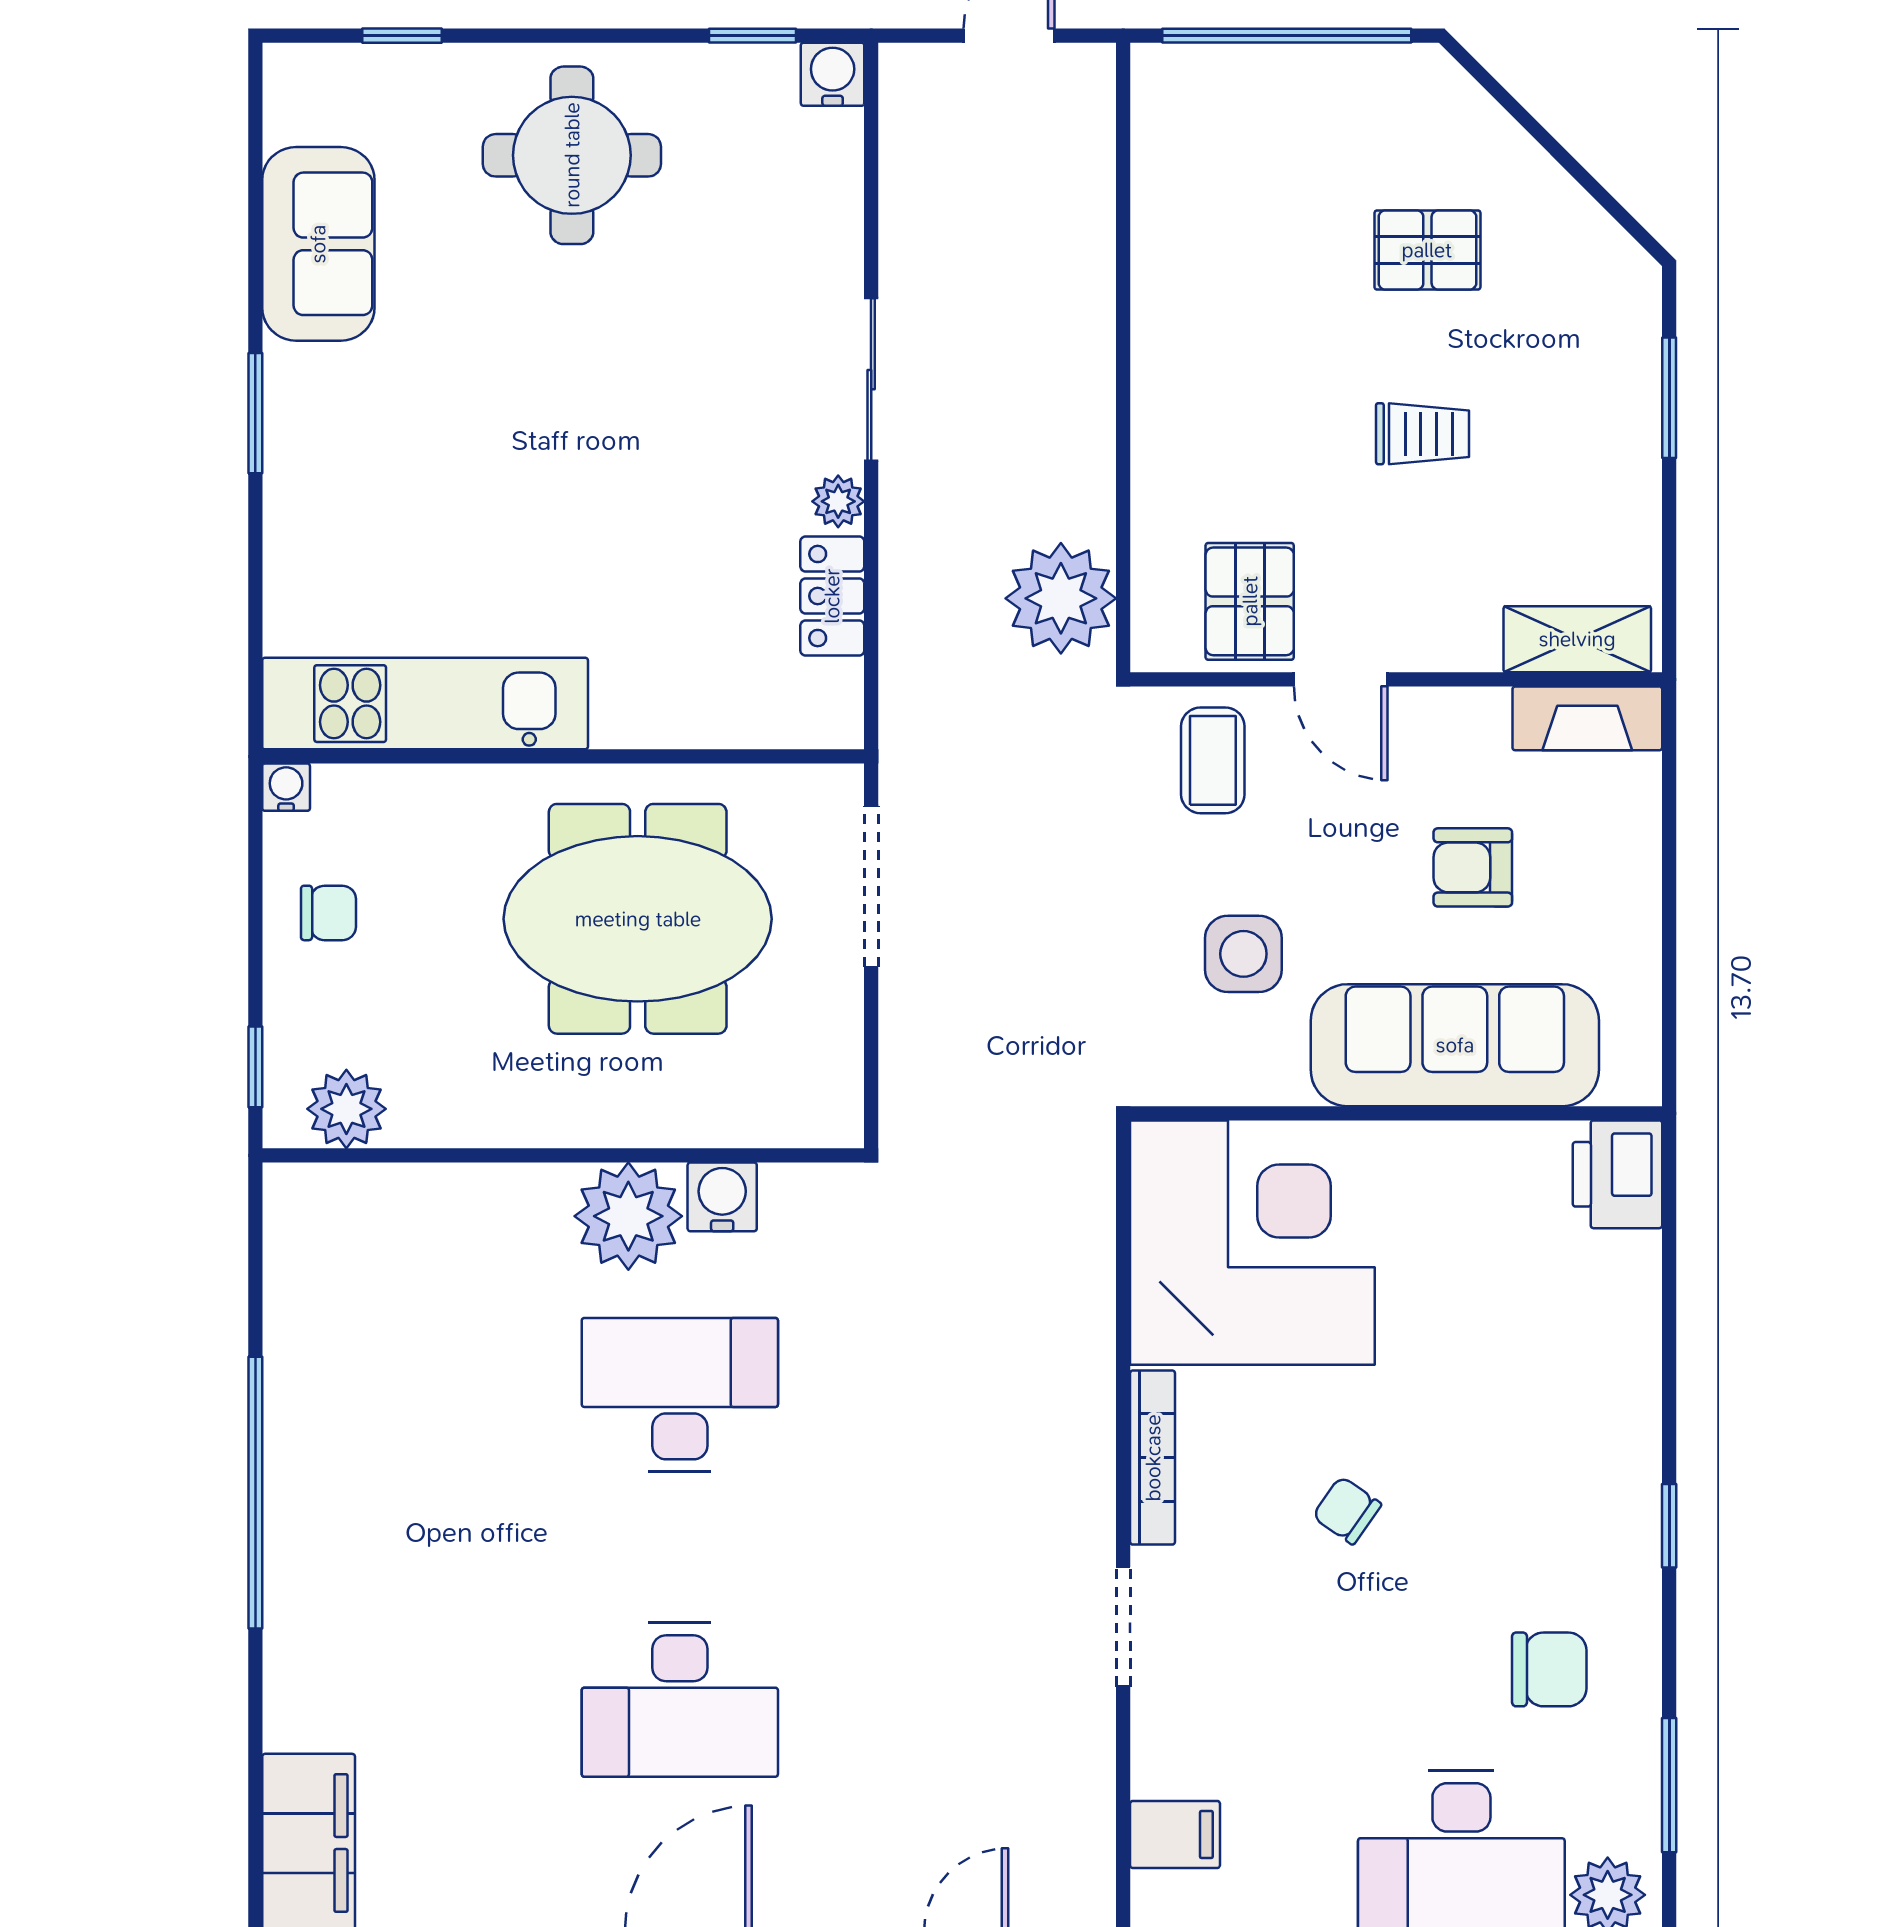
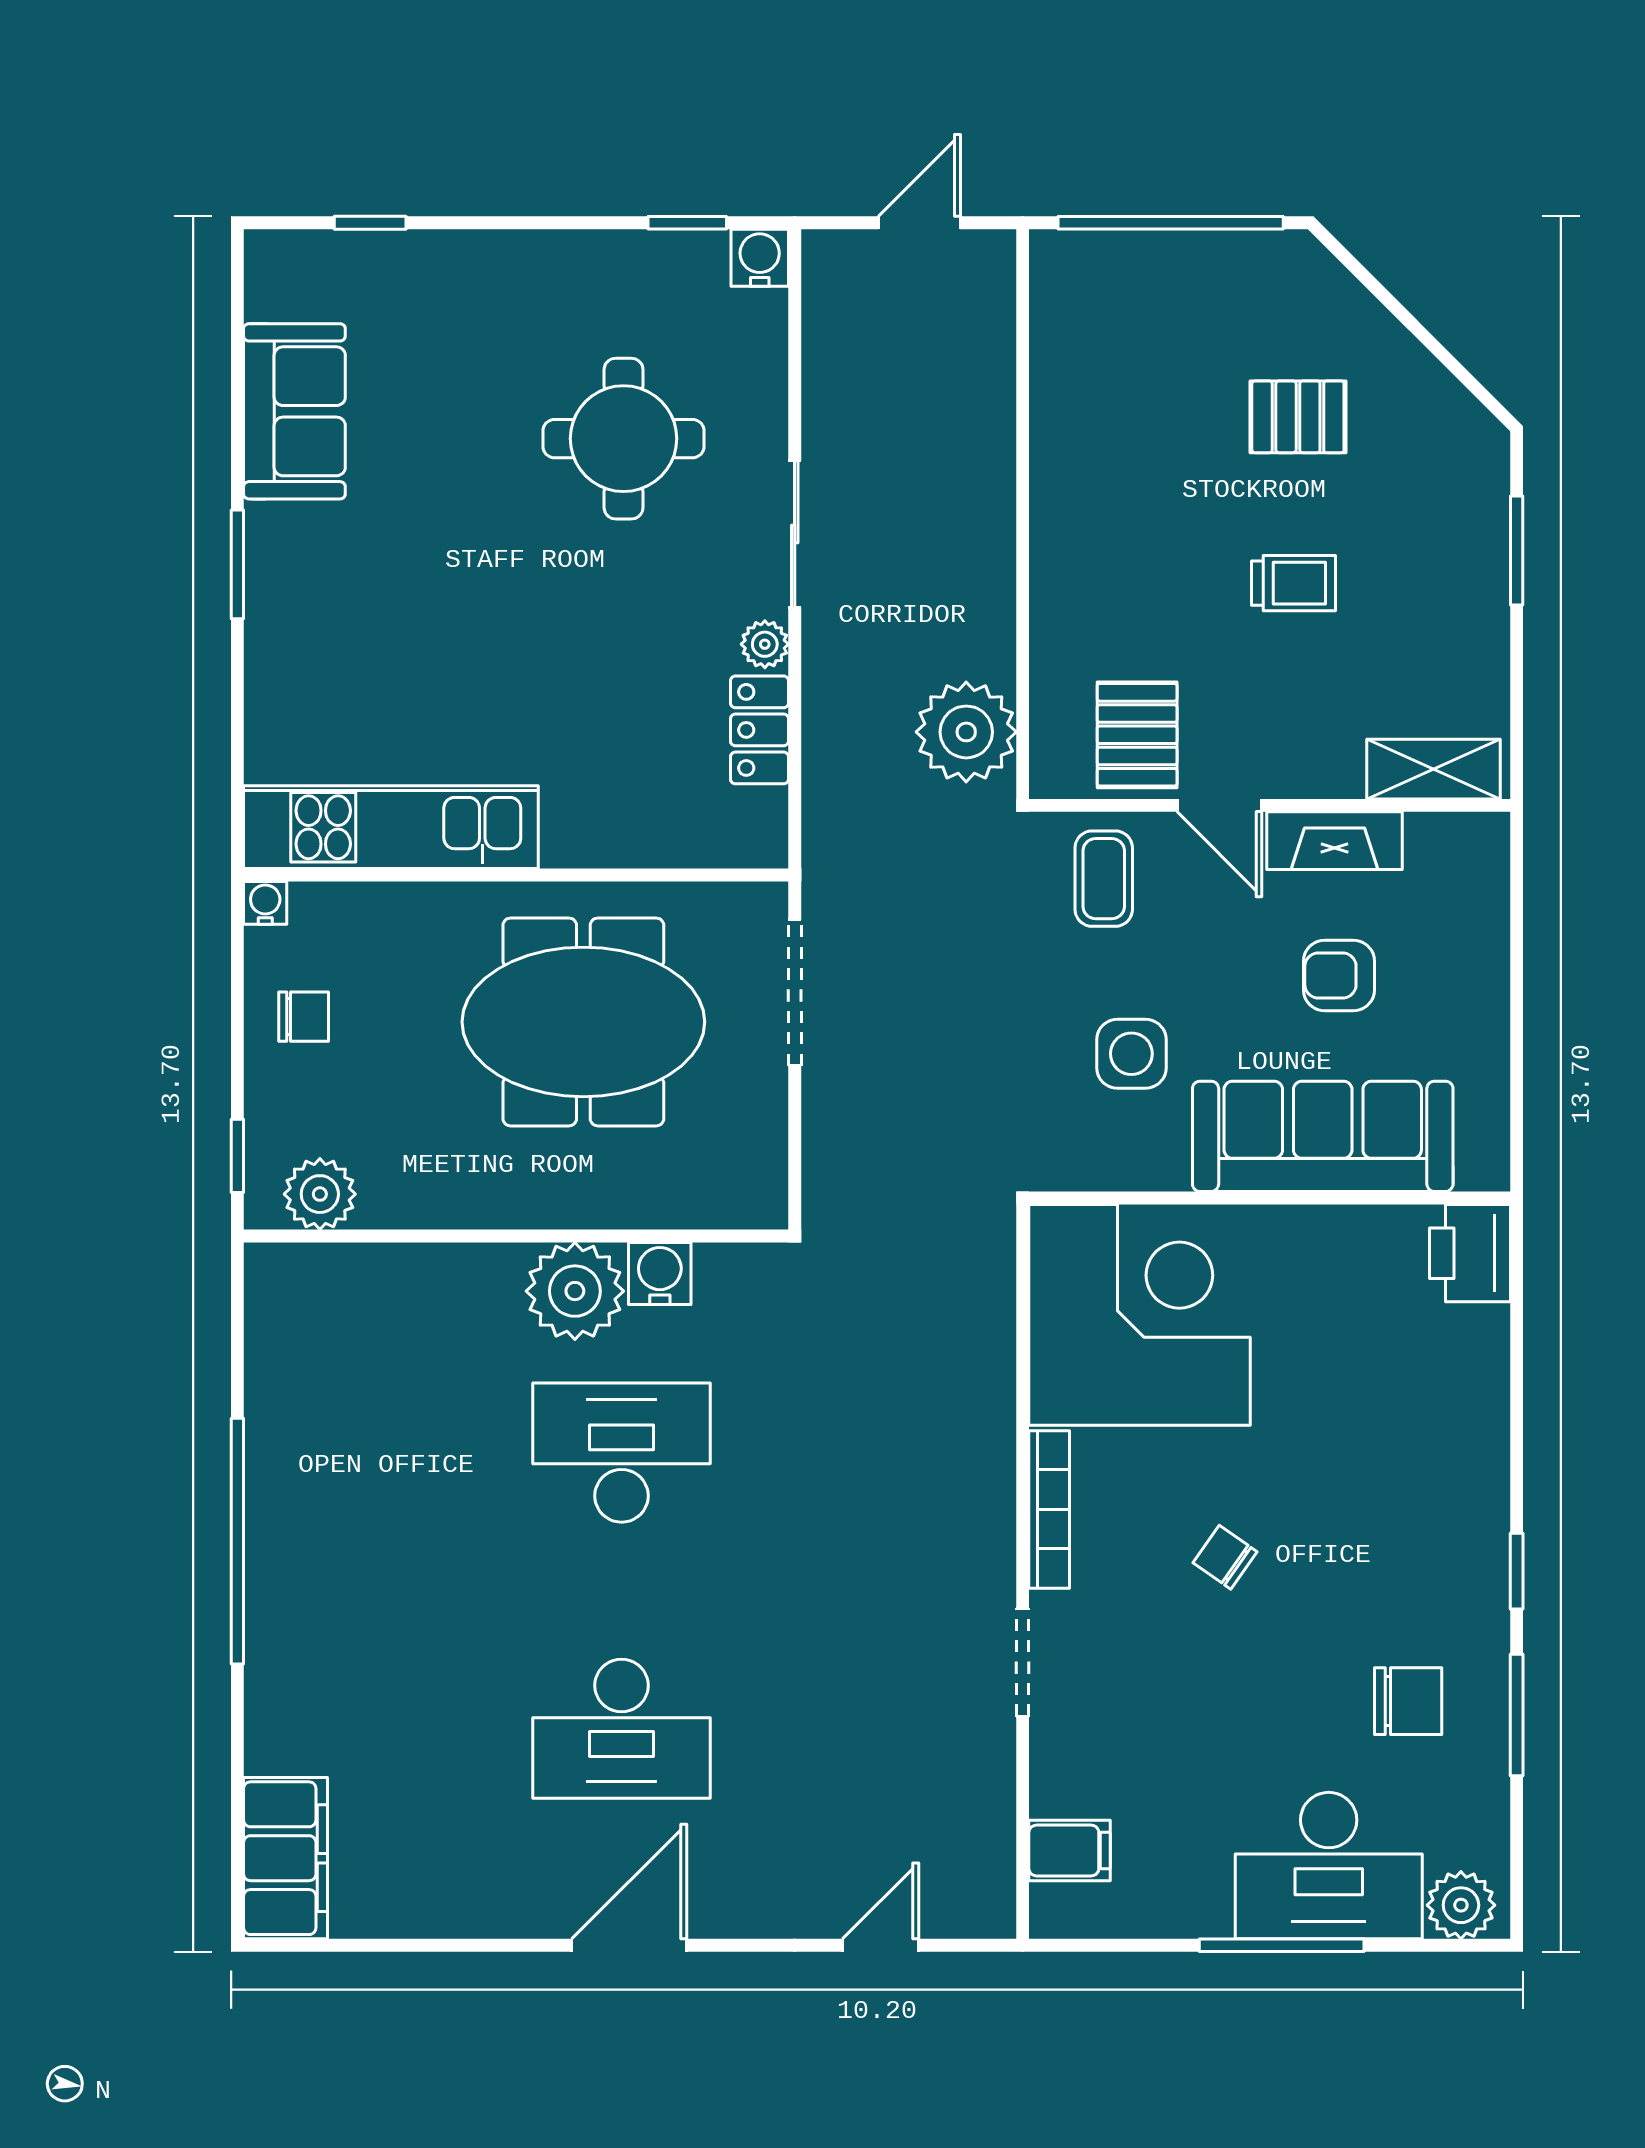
round table: (572, 155) -> (624, 439), moved
fireplace: (1587, 718) -> (1335, 841), moved
window: (1669, 1785) -> (1517, 1715), moved

